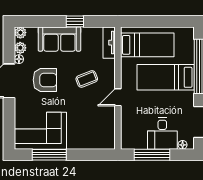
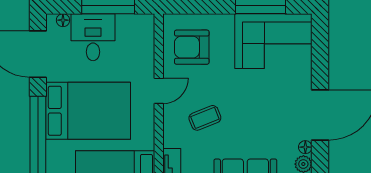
bed: (166, 77) -> (88, 111), width x1.50
armchair: (45, 80) -> (192, 47), moved

